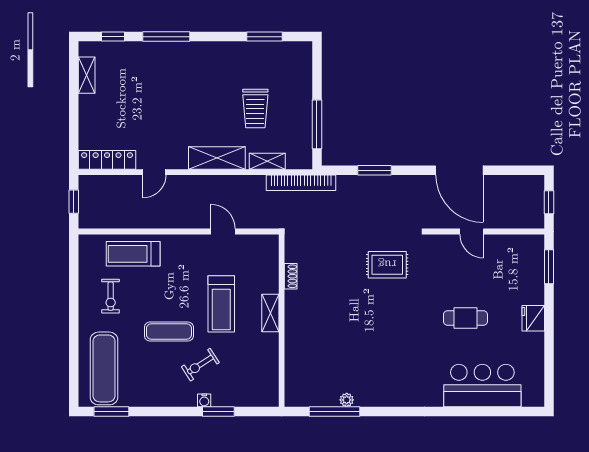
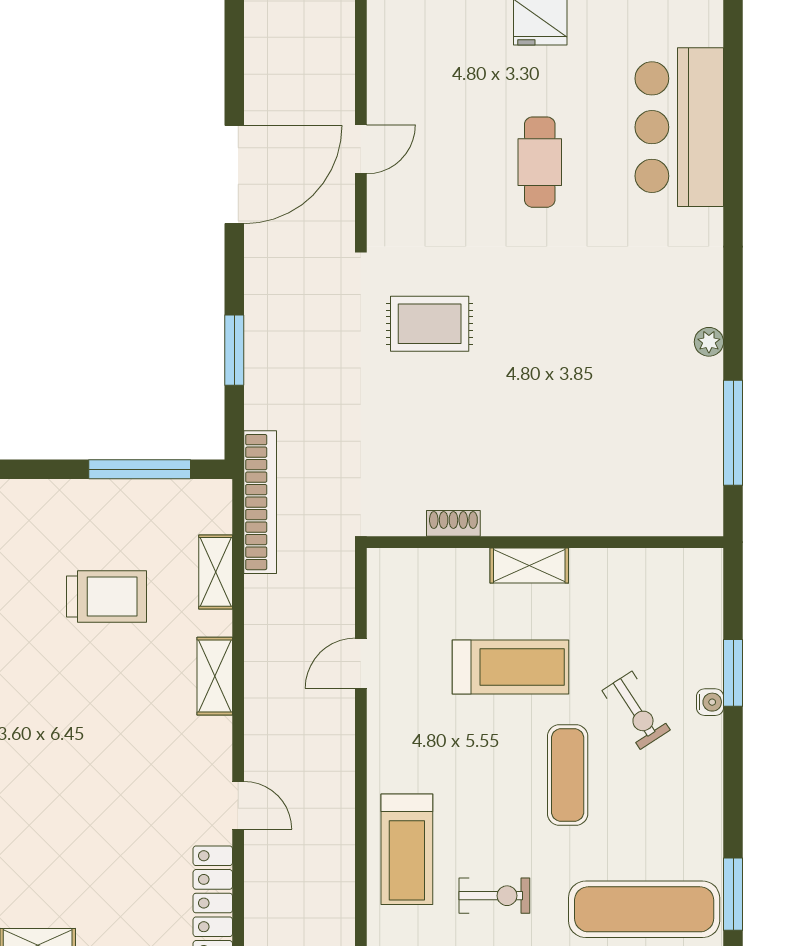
shelving: (217, 158) -> (215, 676), width x0.67, depth x0.75
rug: (387, 265) -> (430, 324), turned 90
plant: (347, 400) -> (709, 342), moved

